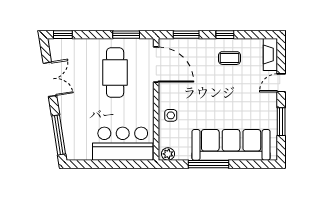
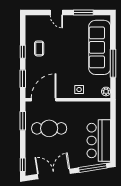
fireplace: (270, 55) -> (37, 20), removed
double door: (50, 79) -> (54, 174), width x1.37
bar counter: (123, 144) -> (99, 141), moved

